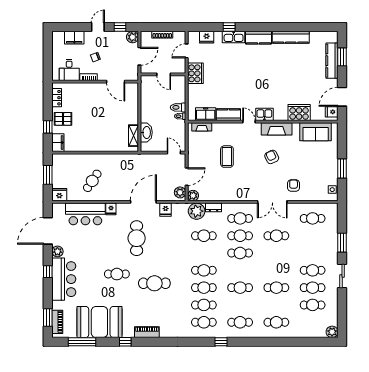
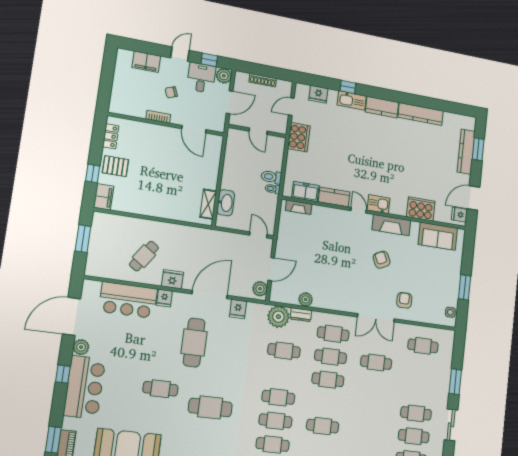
desk: (69, 70) -> (201, 78), moved, turned 180
coffee table: (227, 157) -> (326, 251), removed
fridge: (59, 195) -> (172, 279), moved
plant: (193, 196) -> (306, 299), moved
cafe table: (276, 288) -> (369, 431), removed

